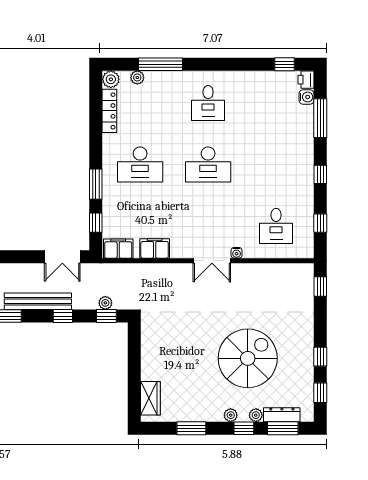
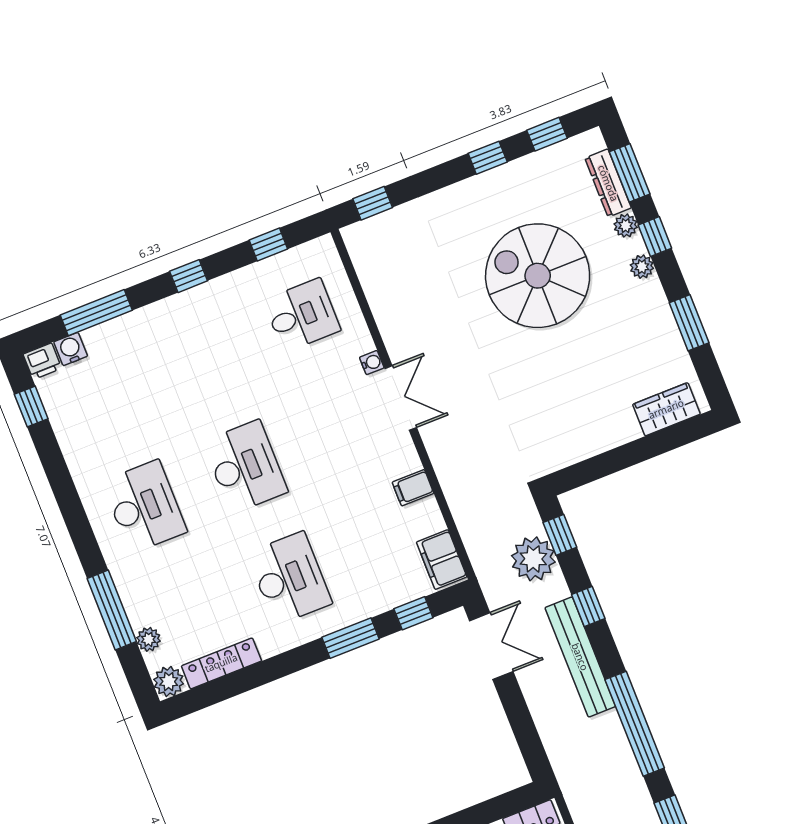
desk: (208, 103) -> (144, 507), width x1.37
filing cabinet: (155, 248) -> (413, 488), width x0.50
plant: (105, 303) -> (533, 559), width x1.88, depth x1.88

